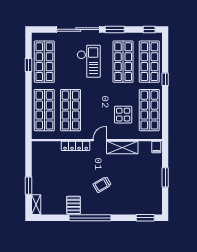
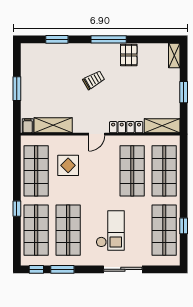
sliding door: (78, 29) -> (123, 269), width x0.73
window: (115, 29) -> (62, 269), moved
checkout: (89, 61) -> (110, 231), turned 180
shelving: (46, 147) -> (162, 126), added
shelving: (122, 148) -> (53, 125), moved
window: (28, 186) -> (184, 92), moved
window: (90, 218) -> (109, 39), width x0.68
window: (145, 218) -> (57, 39), moved

